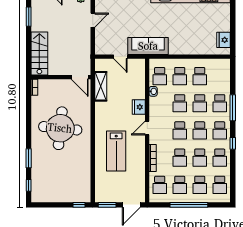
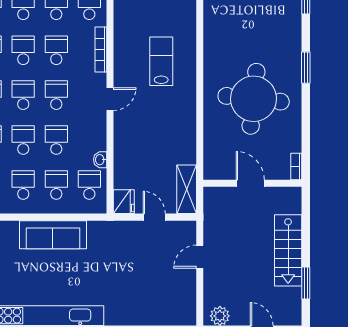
door: (93, 20) -> (200, 257), moved
sofa: (148, 46) -> (53, 235), moved
stairs: (39, 53) -> (288, 250), moved
door: (80, 77) -> (250, 183), moved
shelving: (101, 86) -> (187, 189), moved
fridge: (139, 107) -> (124, 202), moved
lab bench: (116, 151) -> (161, 61), width x0.73, depth x0.72
window: (29, 158) -> (306, 68), moved

